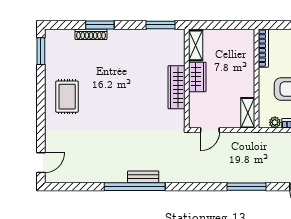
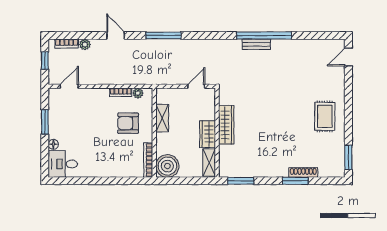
boiler: (242, 41) -> (167, 166), added
shelving: (248, 113) -> (162, 118), moved

